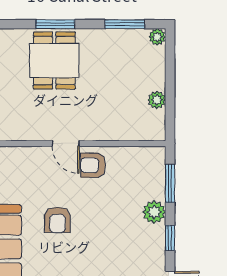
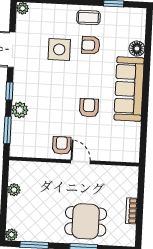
dining table: (54, 61) -> (86, 221), turned 90
armchair: (93, 165) -> (62, 145), turned -90

